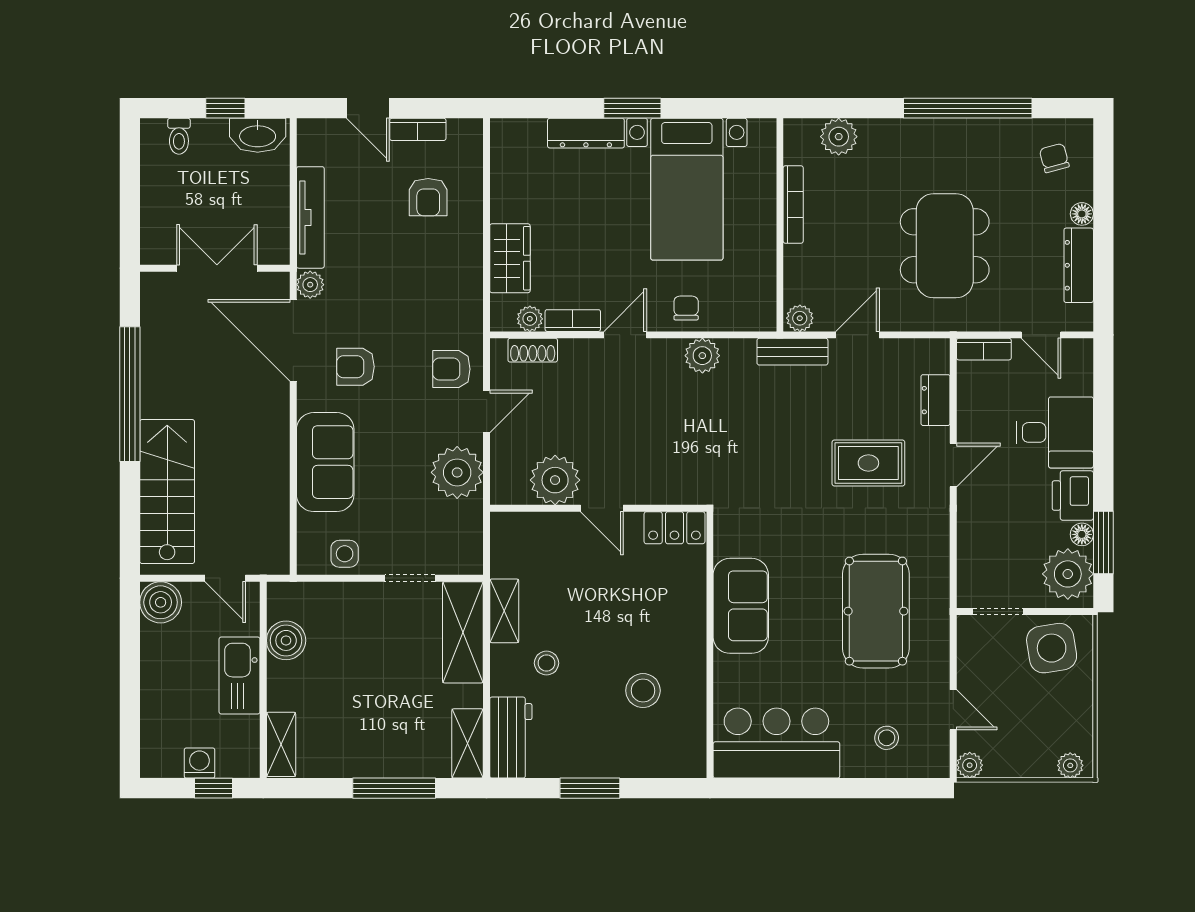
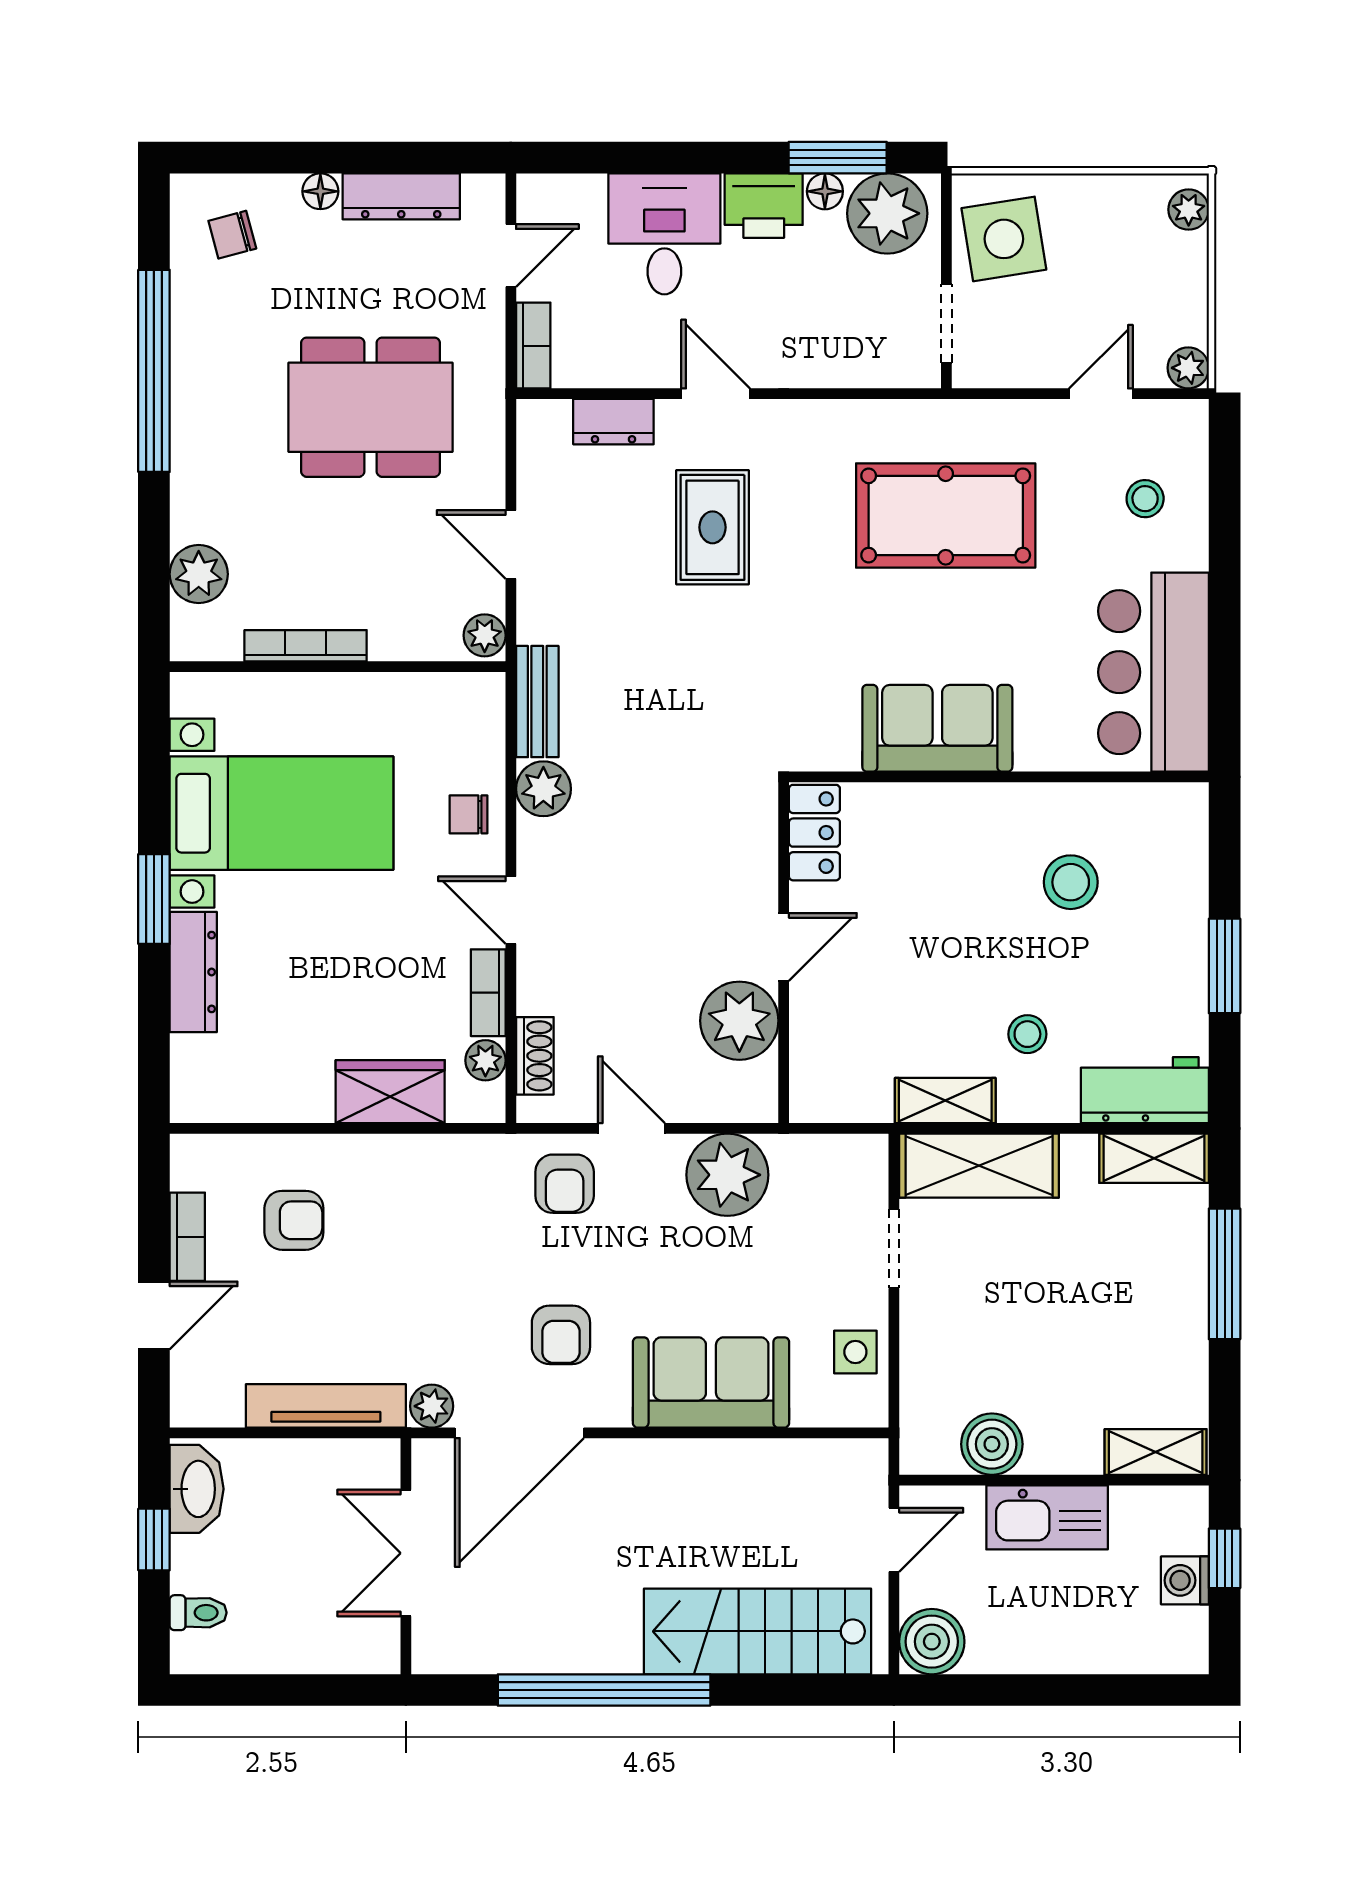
bench: (792, 352) -> (537, 702), moved

